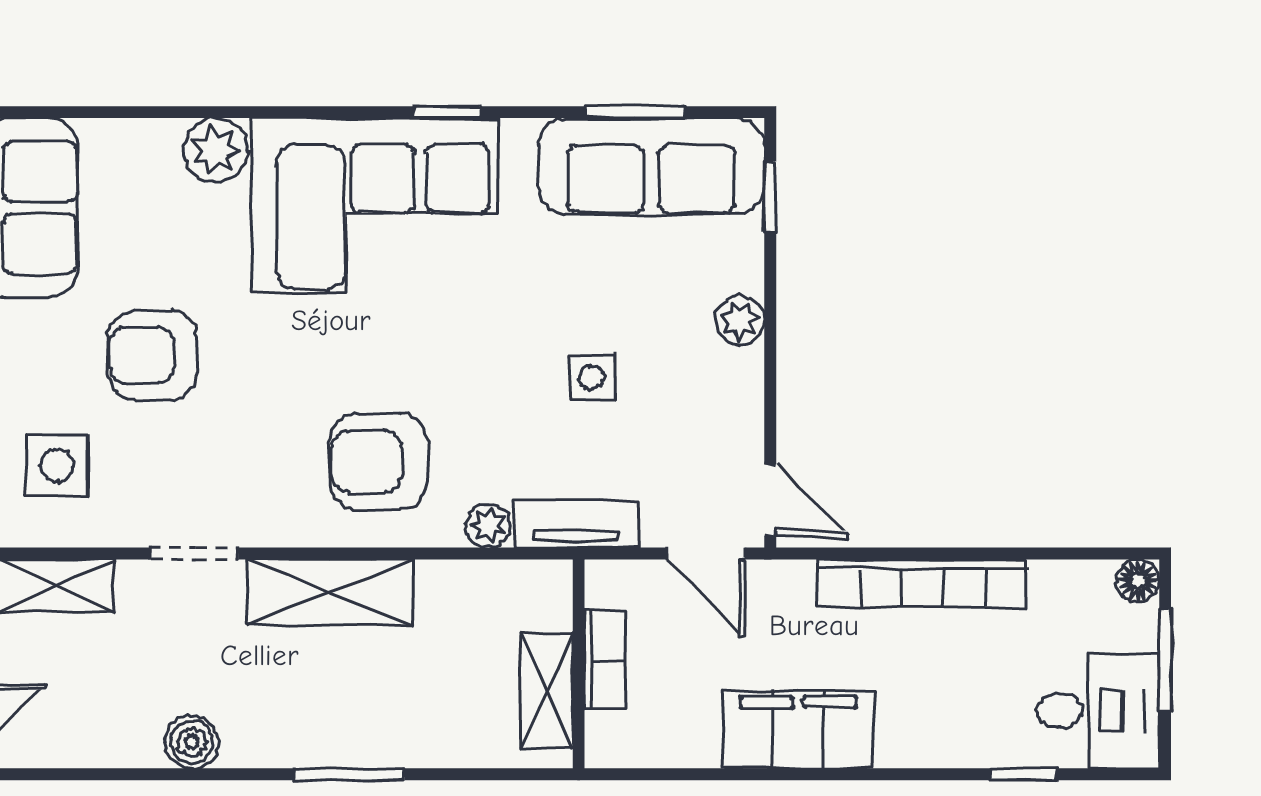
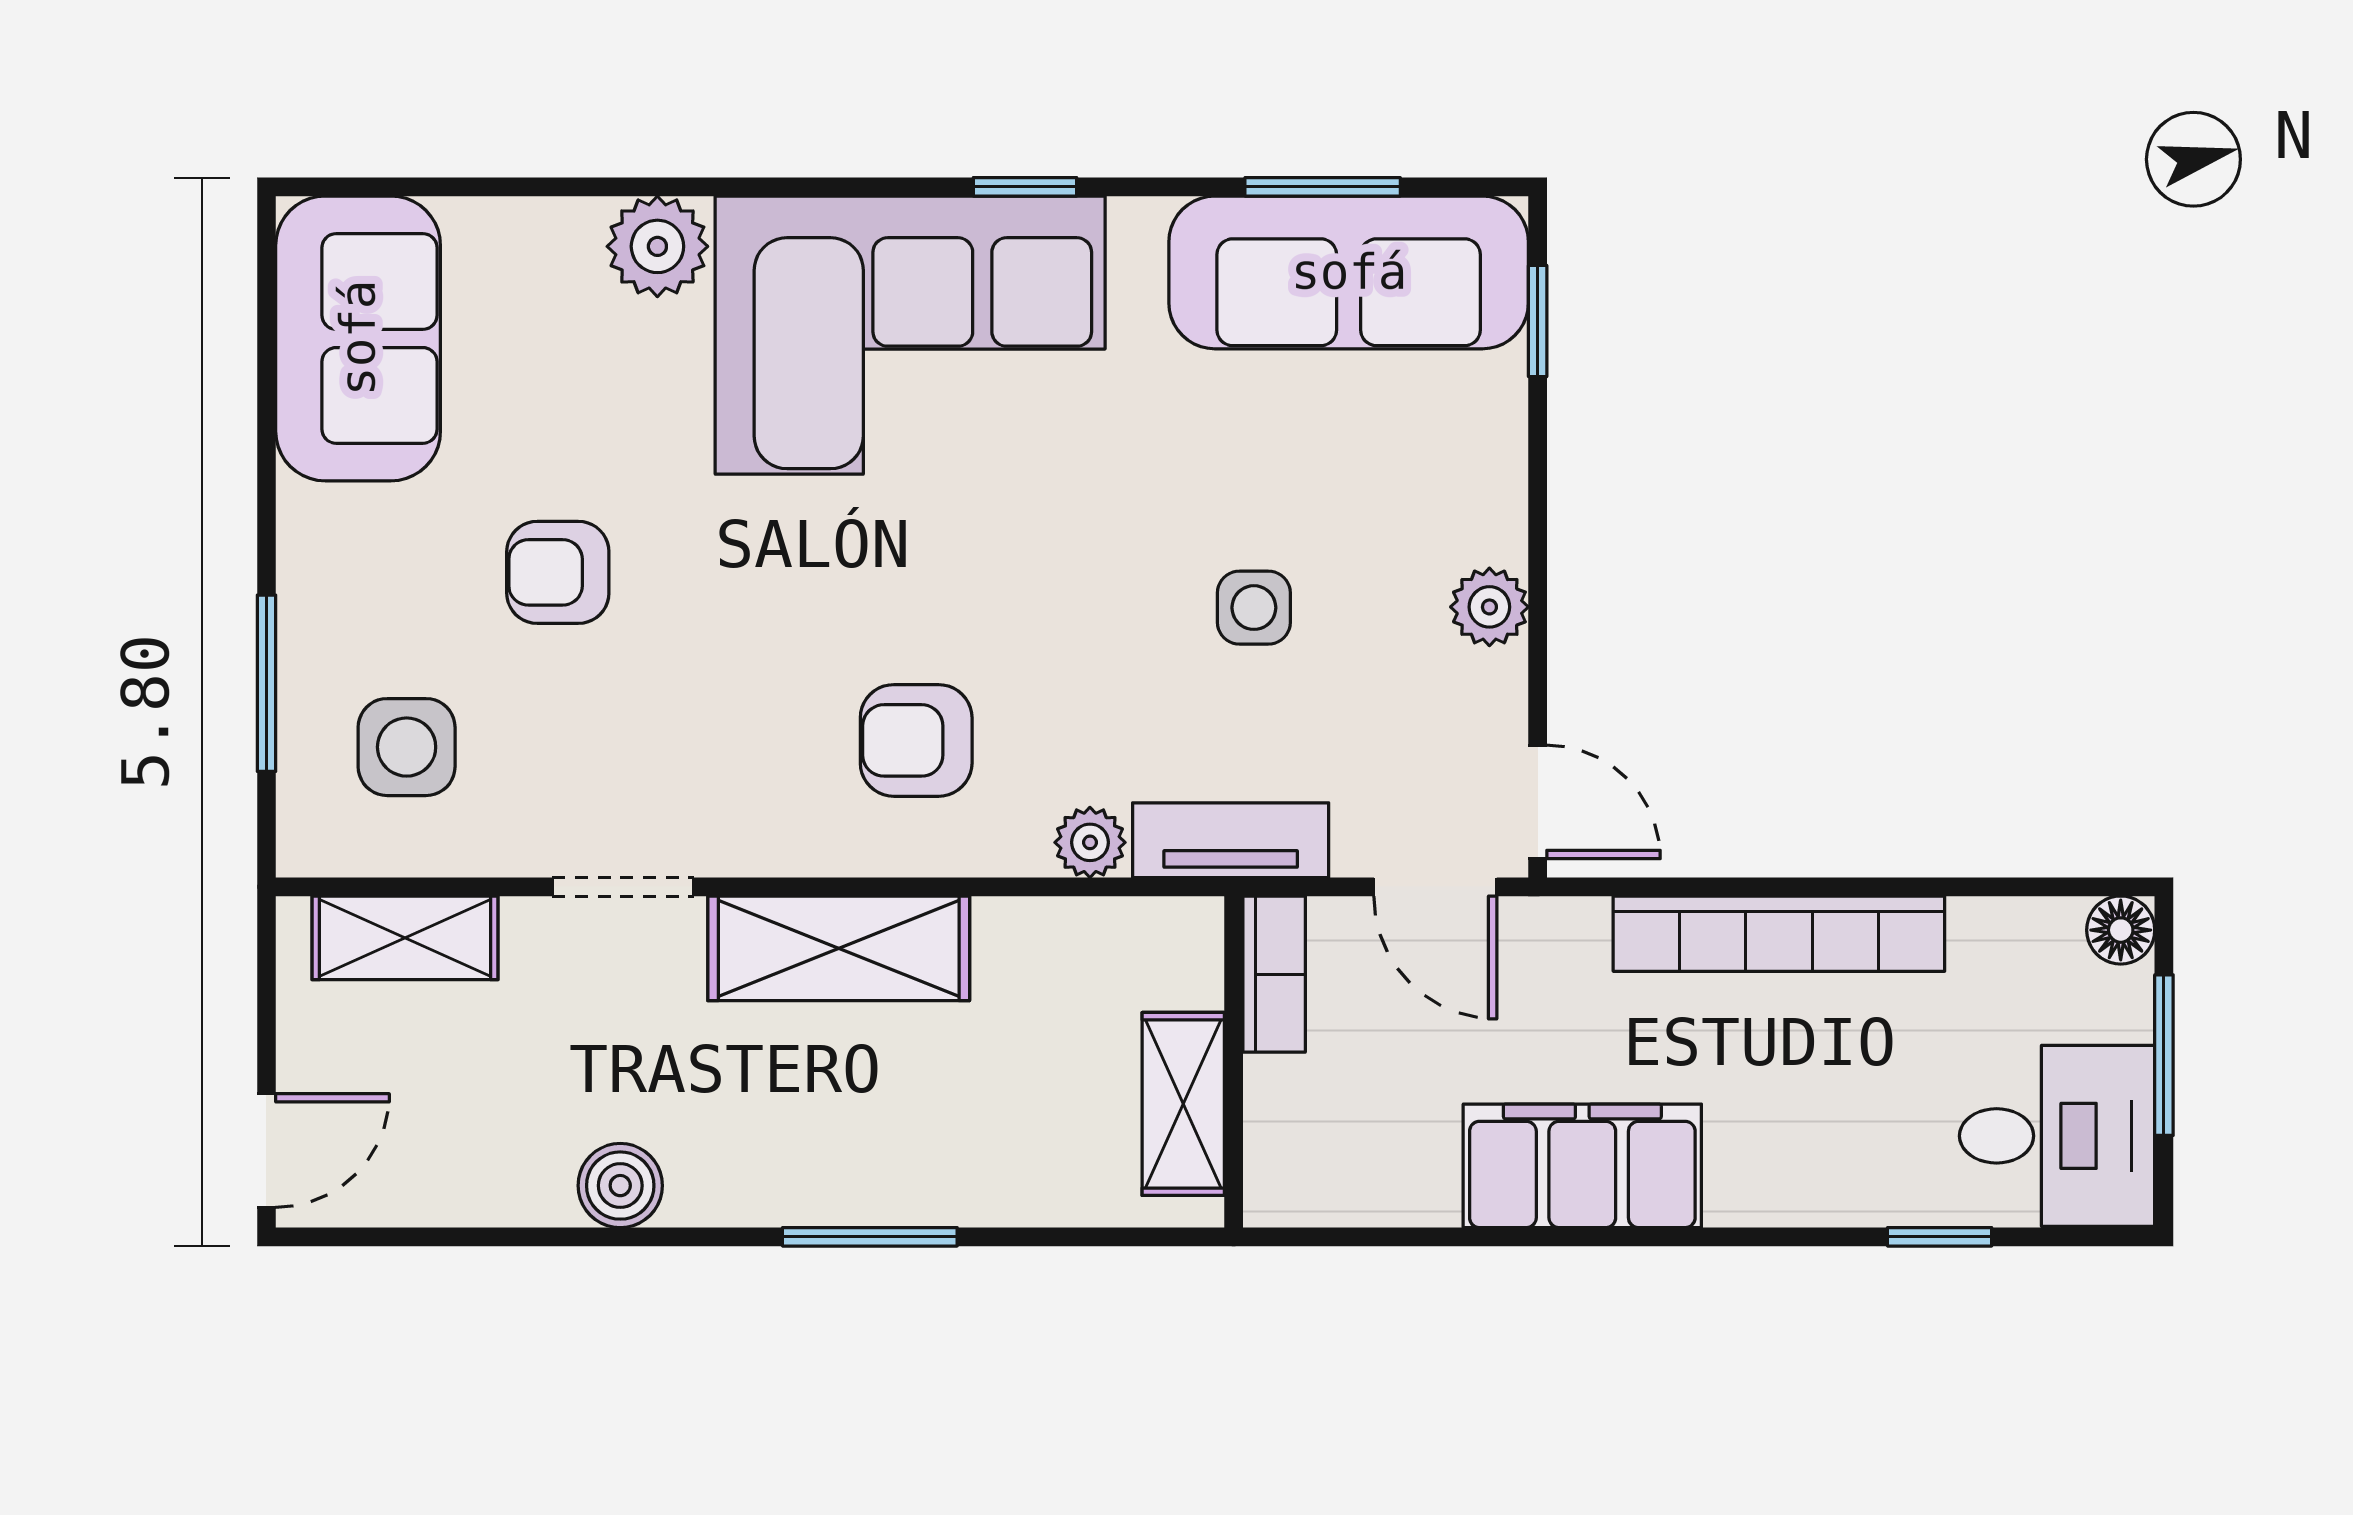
plant: (740, 320) -> (1489, 607), moved
armchair: (152, 355) -> (558, 572), width x0.72, depth x0.72
armchair: (378, 461) -> (916, 740), width x0.72, depth x0.72
bookcase: (604, 660) -> (1274, 974), moved

